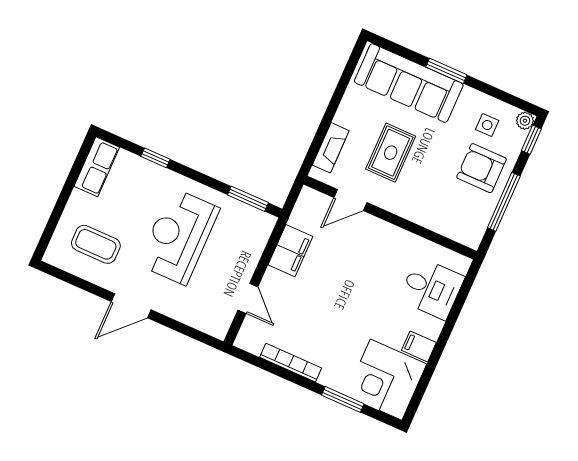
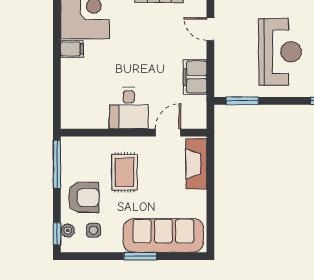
plant: (525, 121) -> (68, 230), moved
fireplace: (331, 148) -> (196, 164), width x1.37, depth x1.32
rug: (391, 153) -> (125, 172), moved
window: (504, 202) -> (57, 164), moved
desk: (432, 288) -> (129, 108), moved, turned -90

